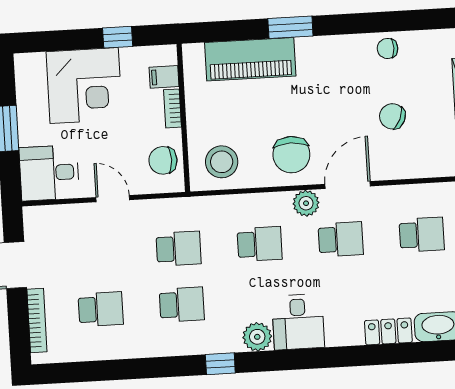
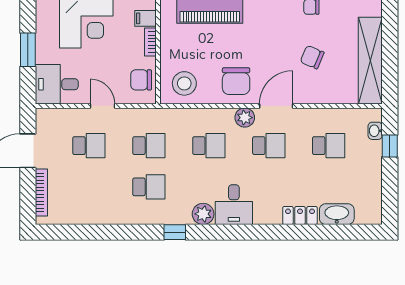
school desk: (101, 309) -> (89, 146), moved

